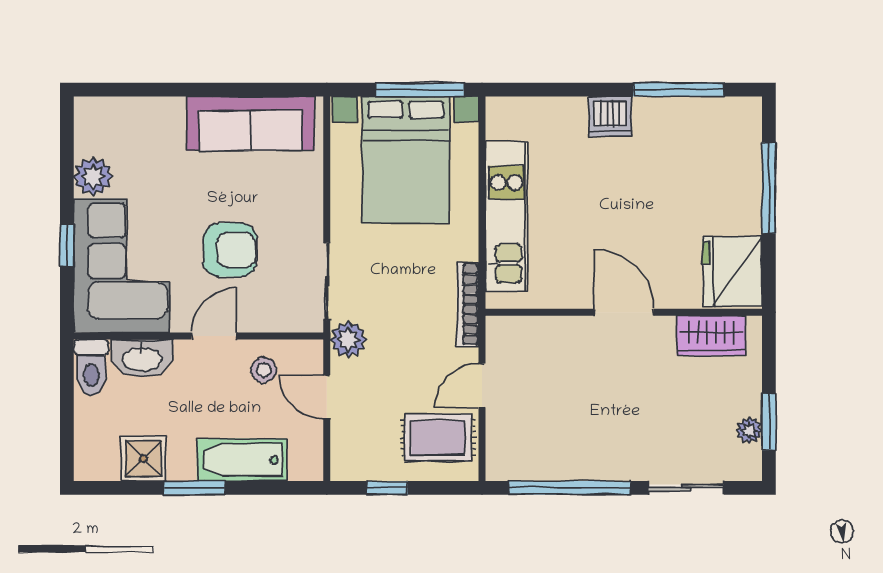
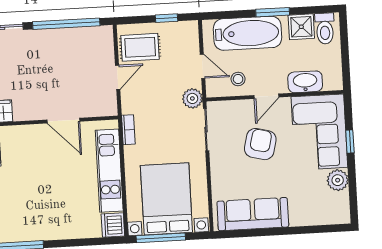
dishwasher: (610, 116) -> (113, 225), moved, turned -90
armchair: (230, 250) -> (260, 144), turned 104
bookcase: (468, 304) -> (128, 130), width x0.64
door: (624, 312) -> (63, 121), moved
toilet: (91, 367) -> (325, 28), moved, turned 180
bathtub: (242, 460) -> (247, 33), width x1.36, depth x1.36

